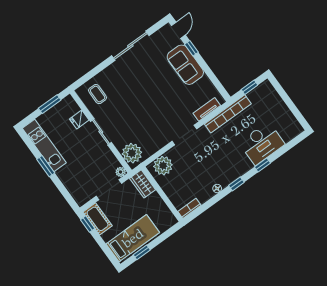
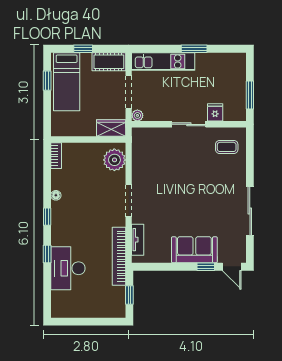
kitchen unit: (44, 146) -> (163, 61), moved
plant: (132, 153) -> (147, 139), removed
window: (88, 224) -> (83, 49), moved

